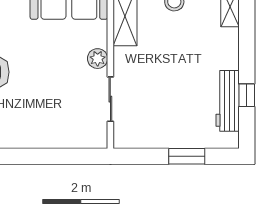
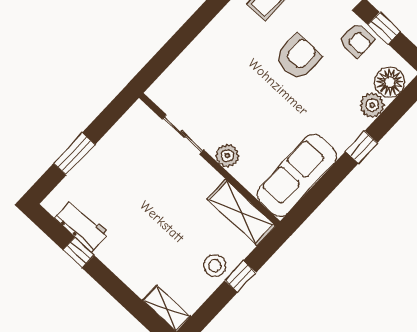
workbench: (228, 101) -> (82, 226), width x0.73

